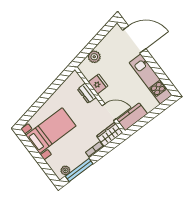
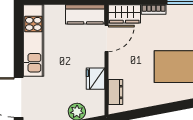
dresser: (87, 93) -> (115, 92), moved
door: (109, 112) -> (107, 38), swing flipped

